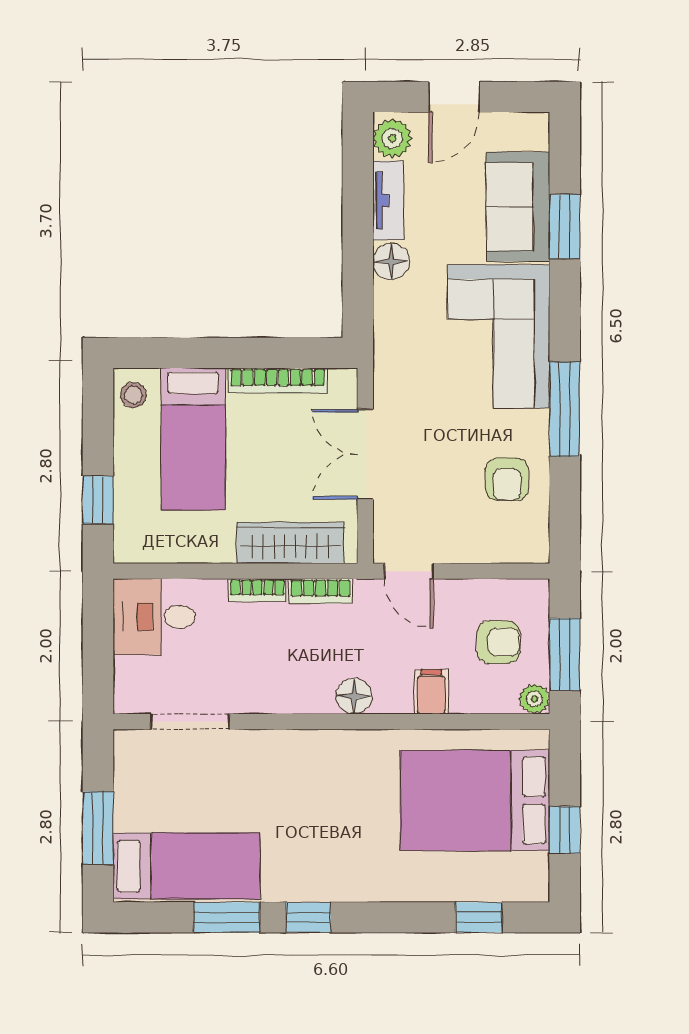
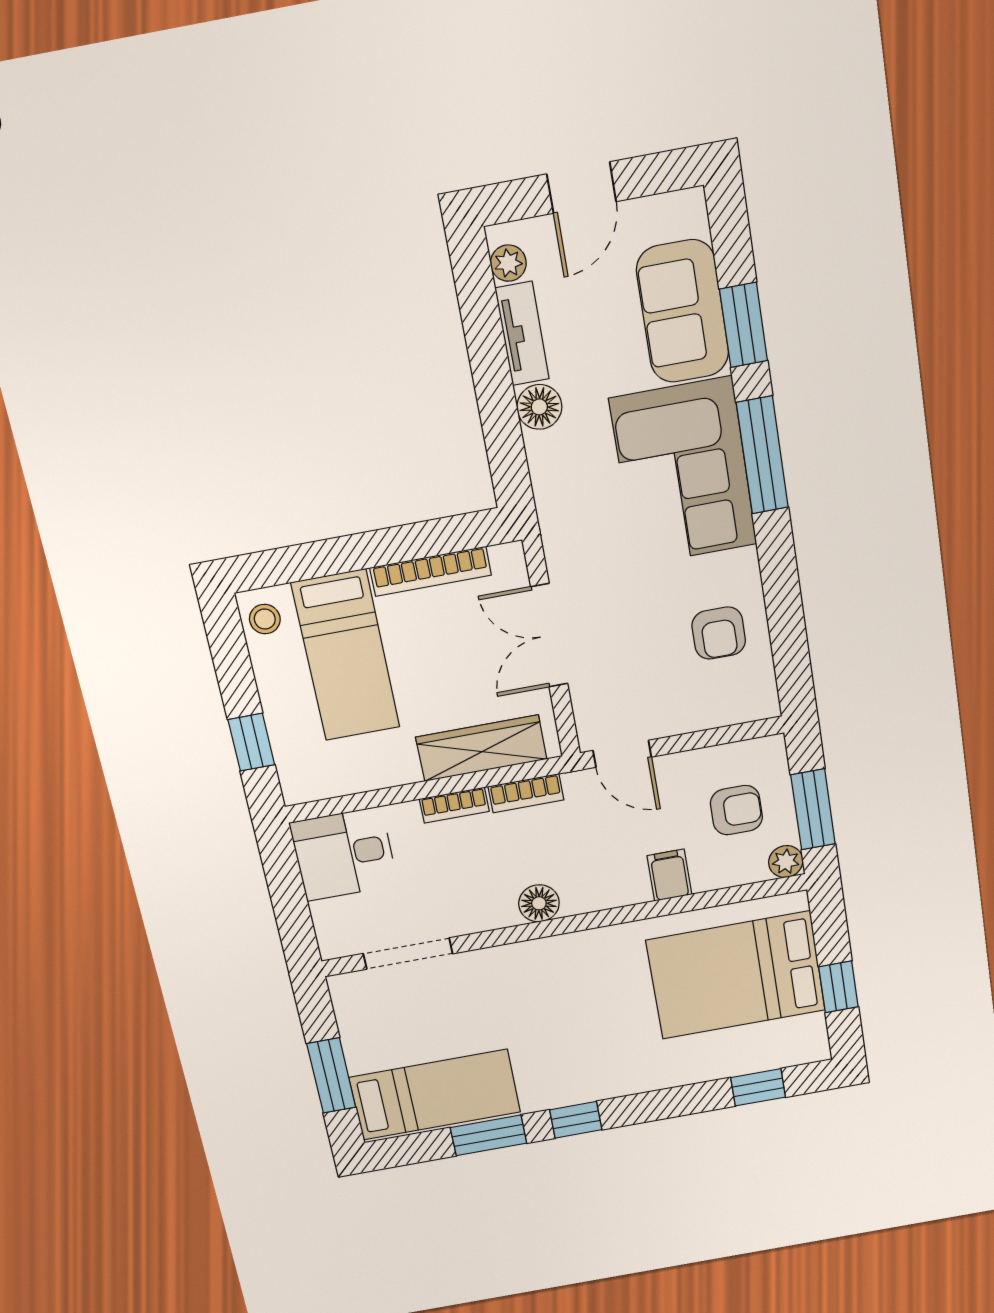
plant: (392, 138) -> (508, 263), width x0.73, depth x0.73
window: (565, 409) -> (762, 455), moved
floor lamp: (354, 696) -> (539, 903), moved

